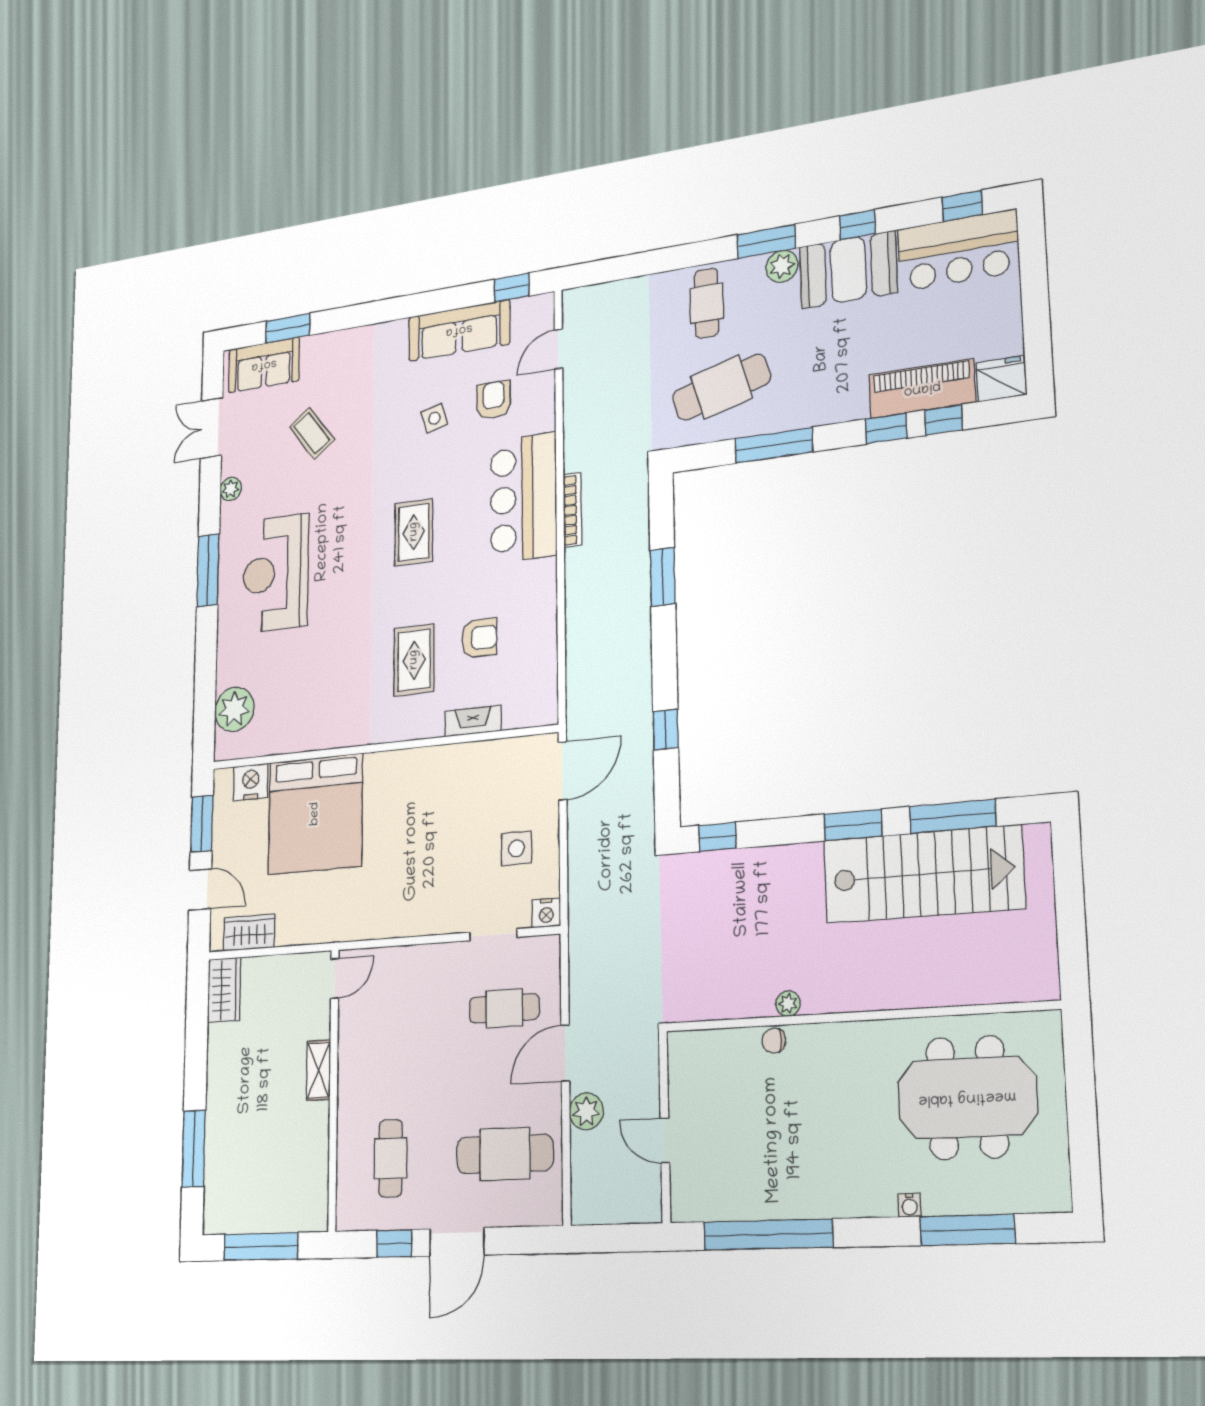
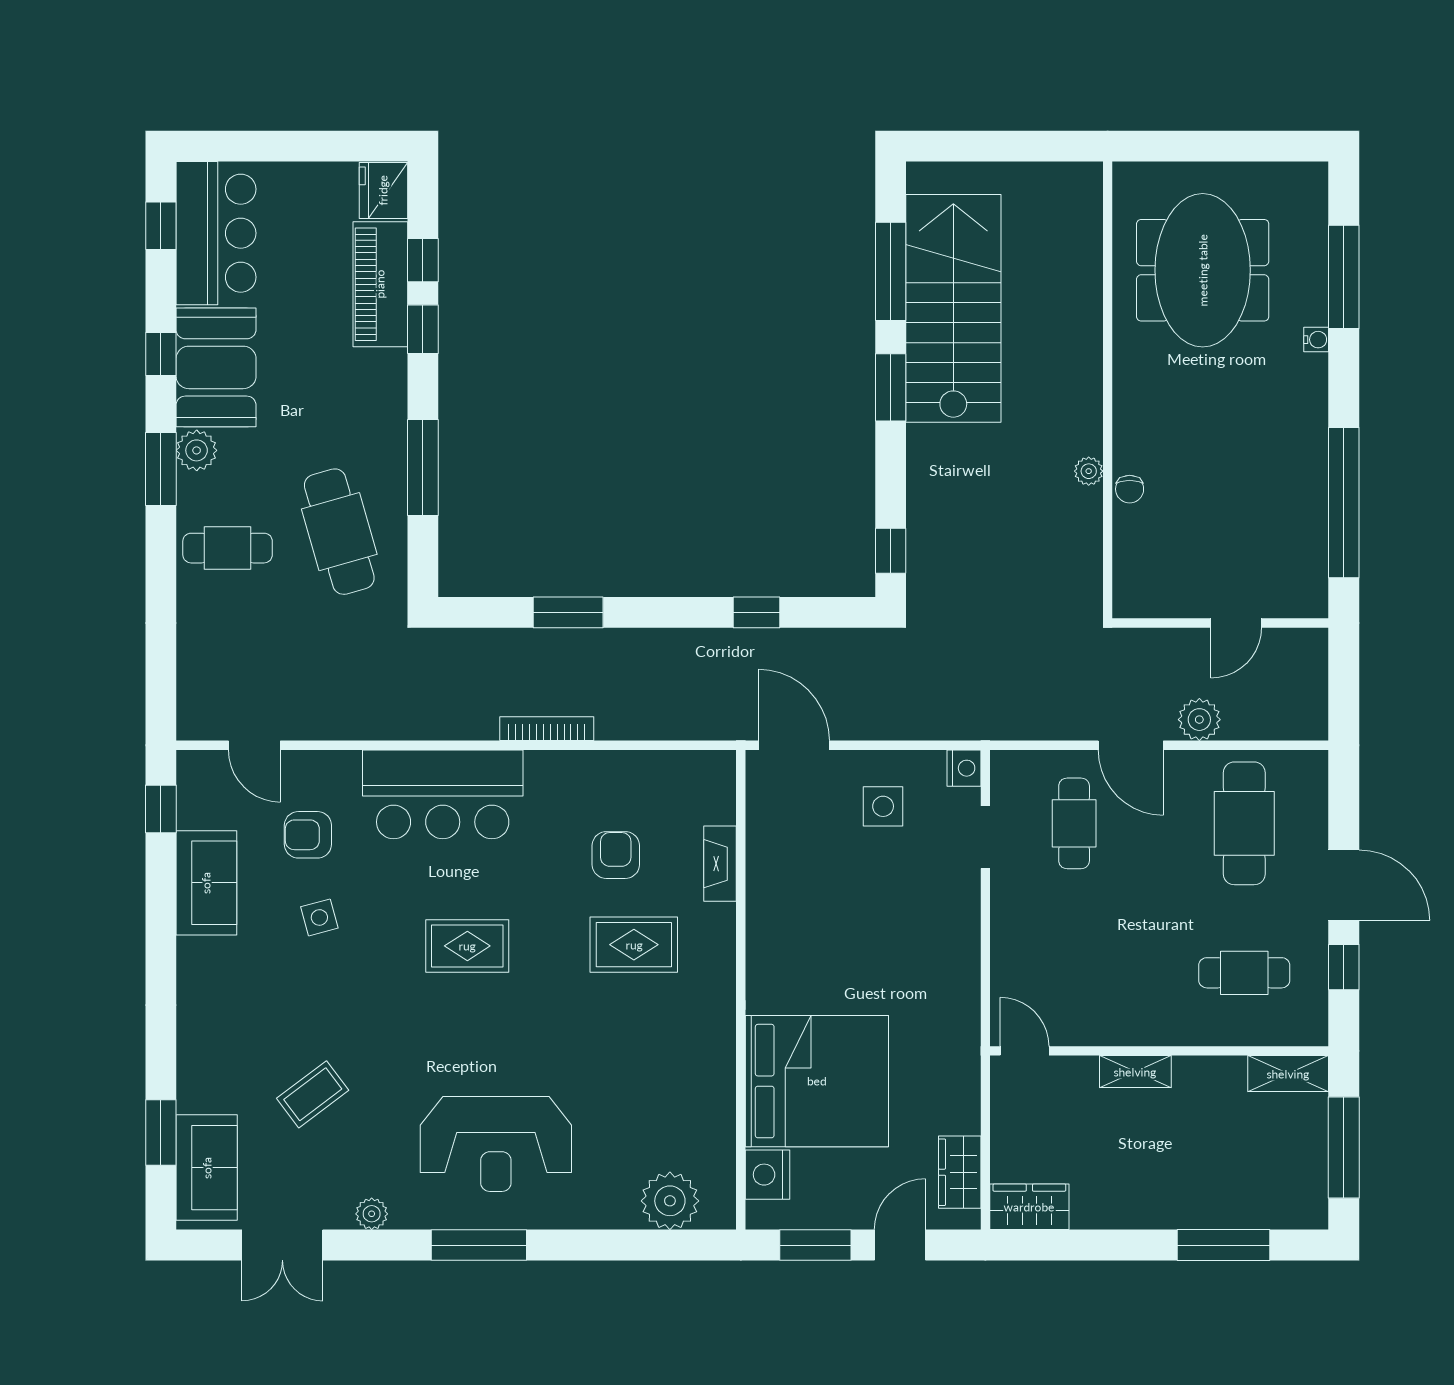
sofa: (459, 330) -> (206, 883), width x0.73
bookcase: (573, 510) -> (547, 729), moved
shelving: (315, 1198) -> (1288, 1074), added

